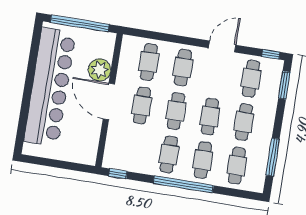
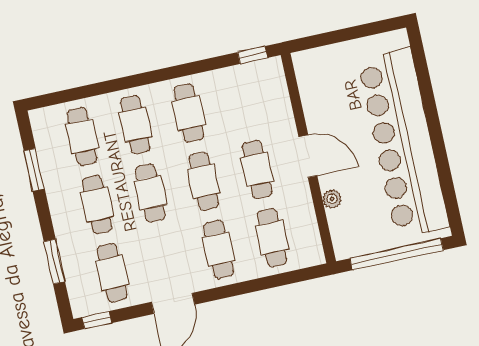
plant: (100, 70) -> (332, 199), width x0.53, depth x0.53
window: (284, 85) -> (54, 262), moved
door: (109, 101) -> (308, 156), width x0.73
window: (273, 157) -> (34, 170), width x0.69
window: (183, 184) -> (150, 78), removed

